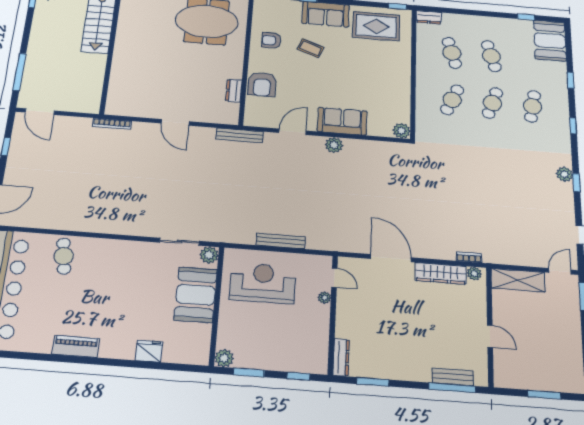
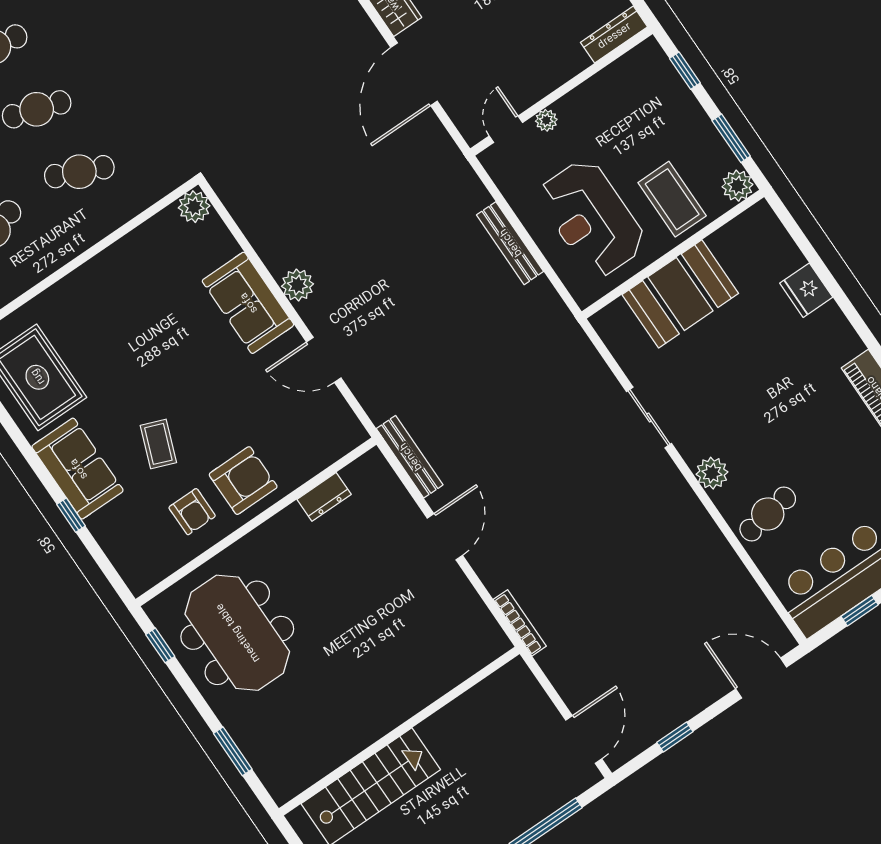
armchair: (262, 84) -> (243, 481), moved
bench: (240, 135) -> (410, 457), moved
sliding door: (179, 242) -> (649, 417), moved
plant: (209, 255) -> (712, 473), moved
coffee table: (242, 324) -> (672, 199), added

